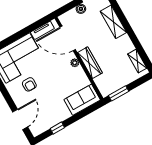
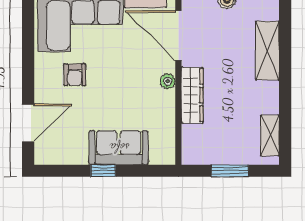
window: (119, 93) -> (230, 171), moved
sofa: (82, 100) -> (119, 148), moved
window: (57, 128) -> (103, 171), moved

